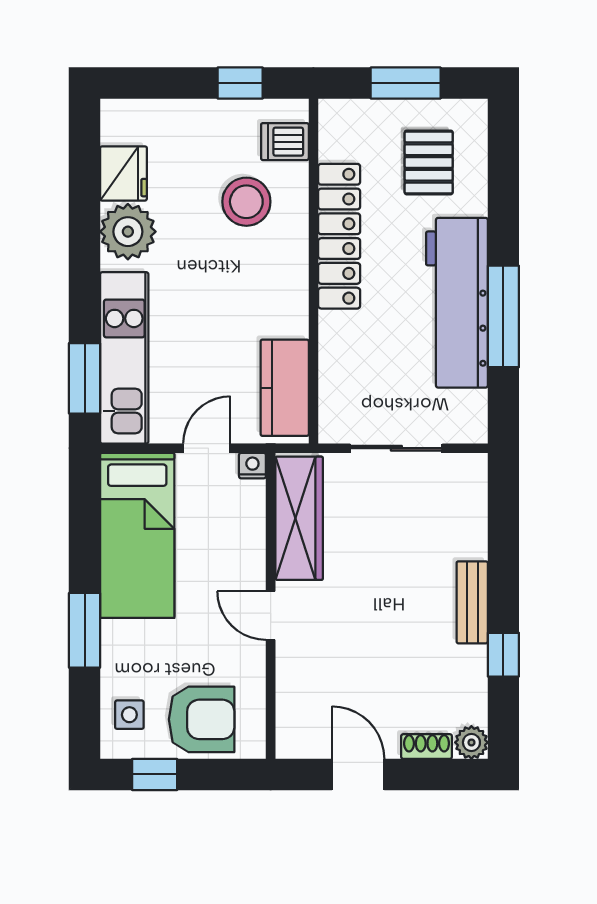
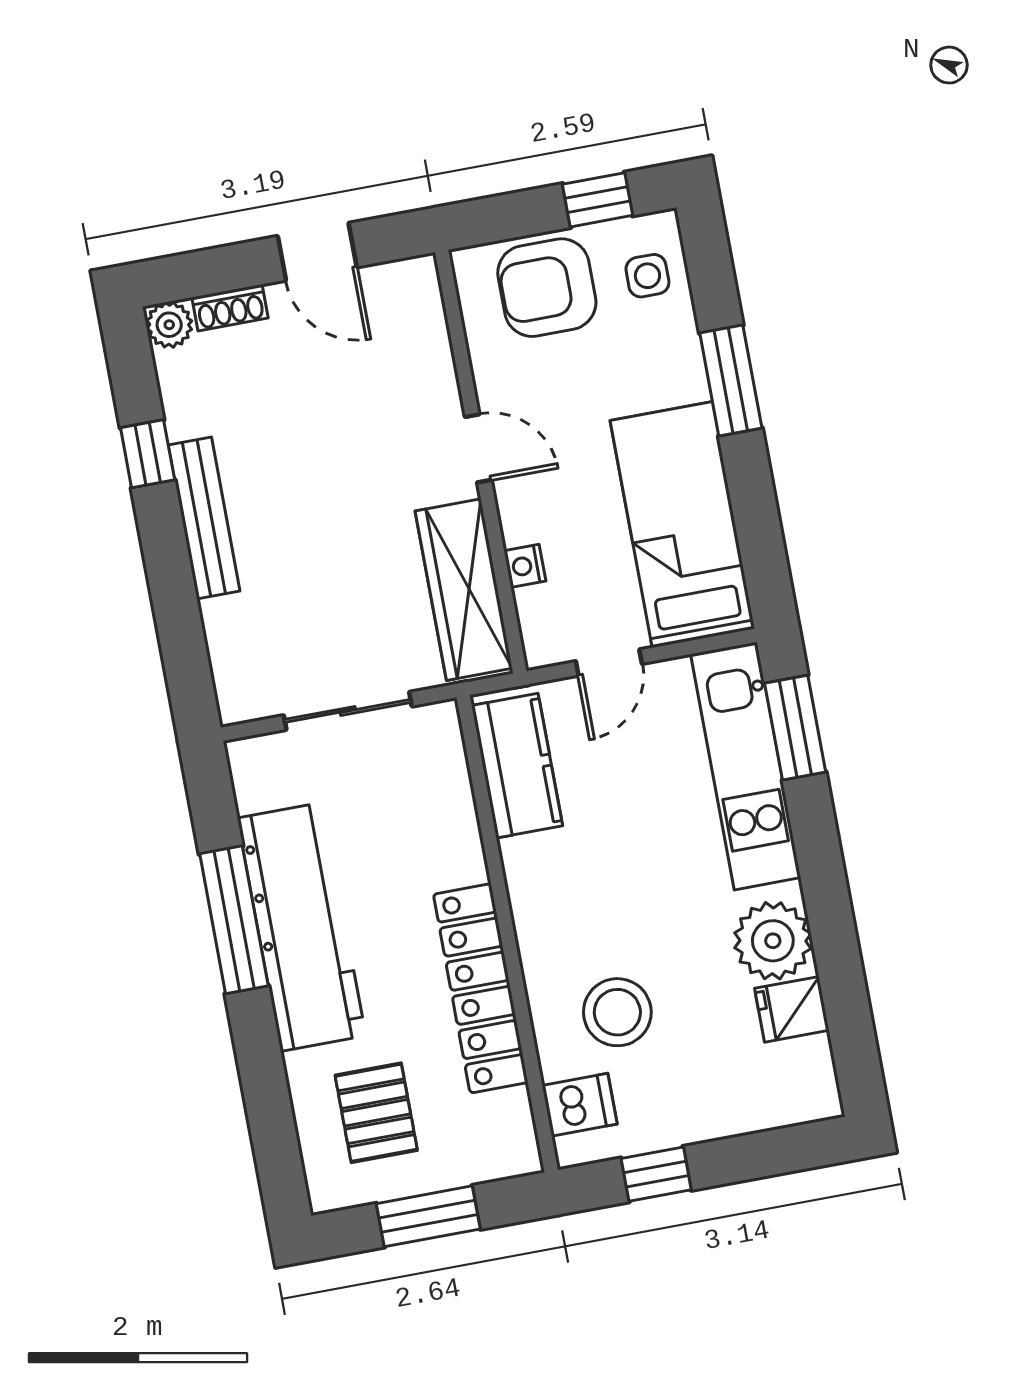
fridge: (123, 173) -> (792, 1009), width x0.72
nightstand: (252, 466) -> (525, 566), moved, turned 90
bench: (472, 602) -> (204, 518), width x1.36

